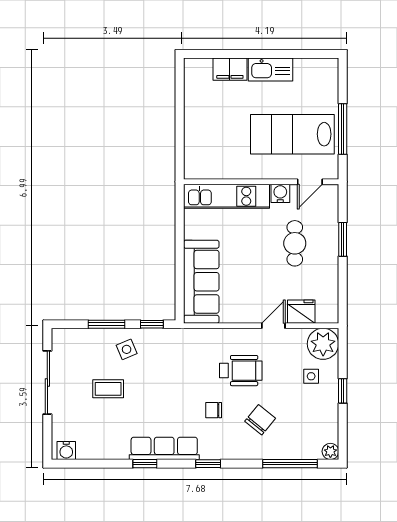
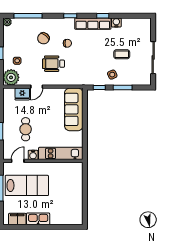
filing cabinet: (230, 69) -> (17, 219), moved
water cooler: (66, 450) -> (116, 22), moved

